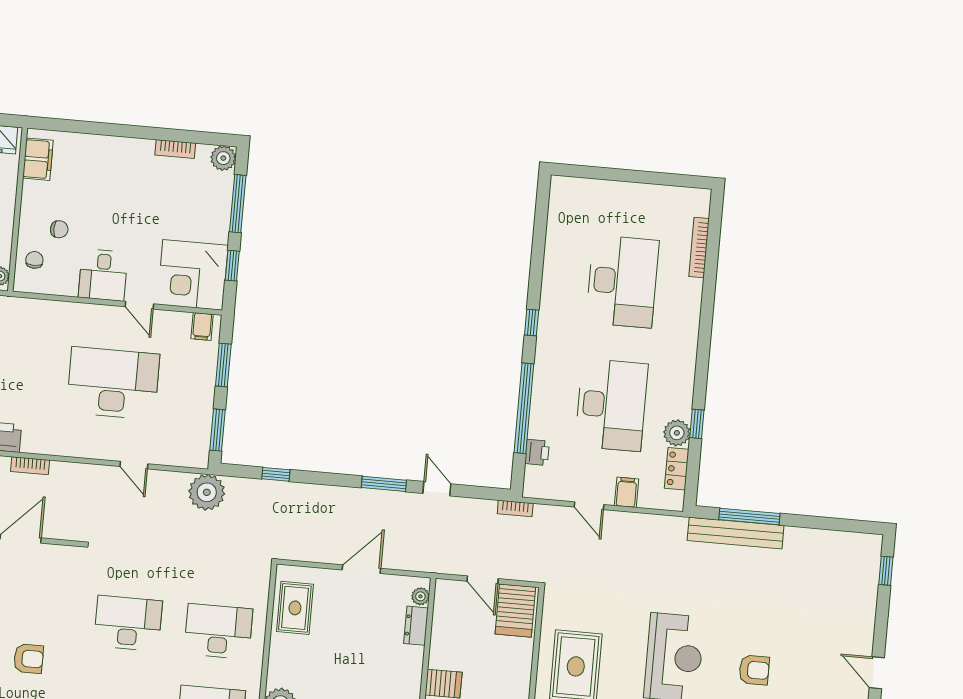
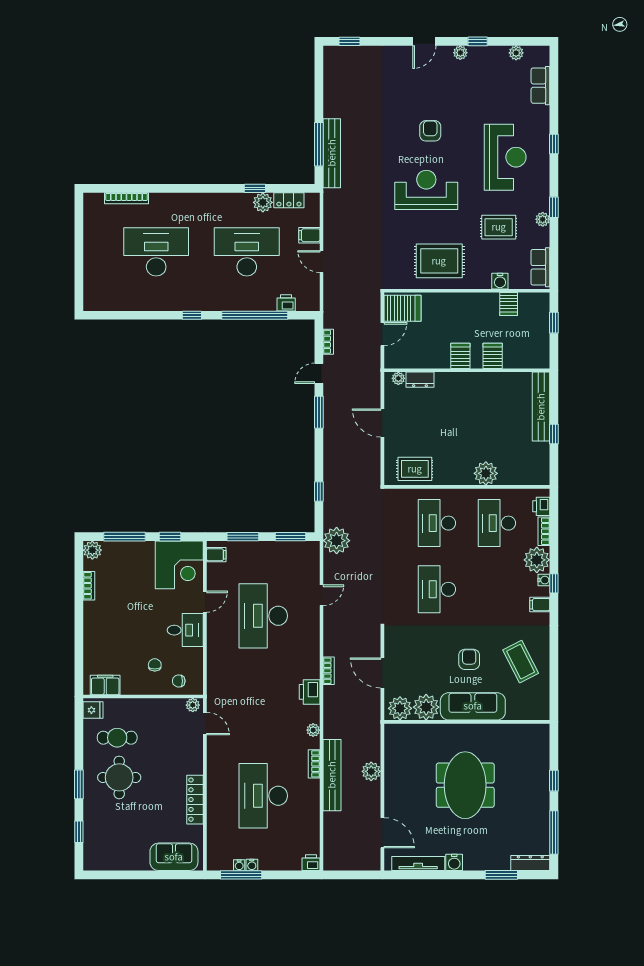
door: (589, 506) -> (322, 262), swing flipped
bookcase: (515, 508) -> (328, 342), moved

